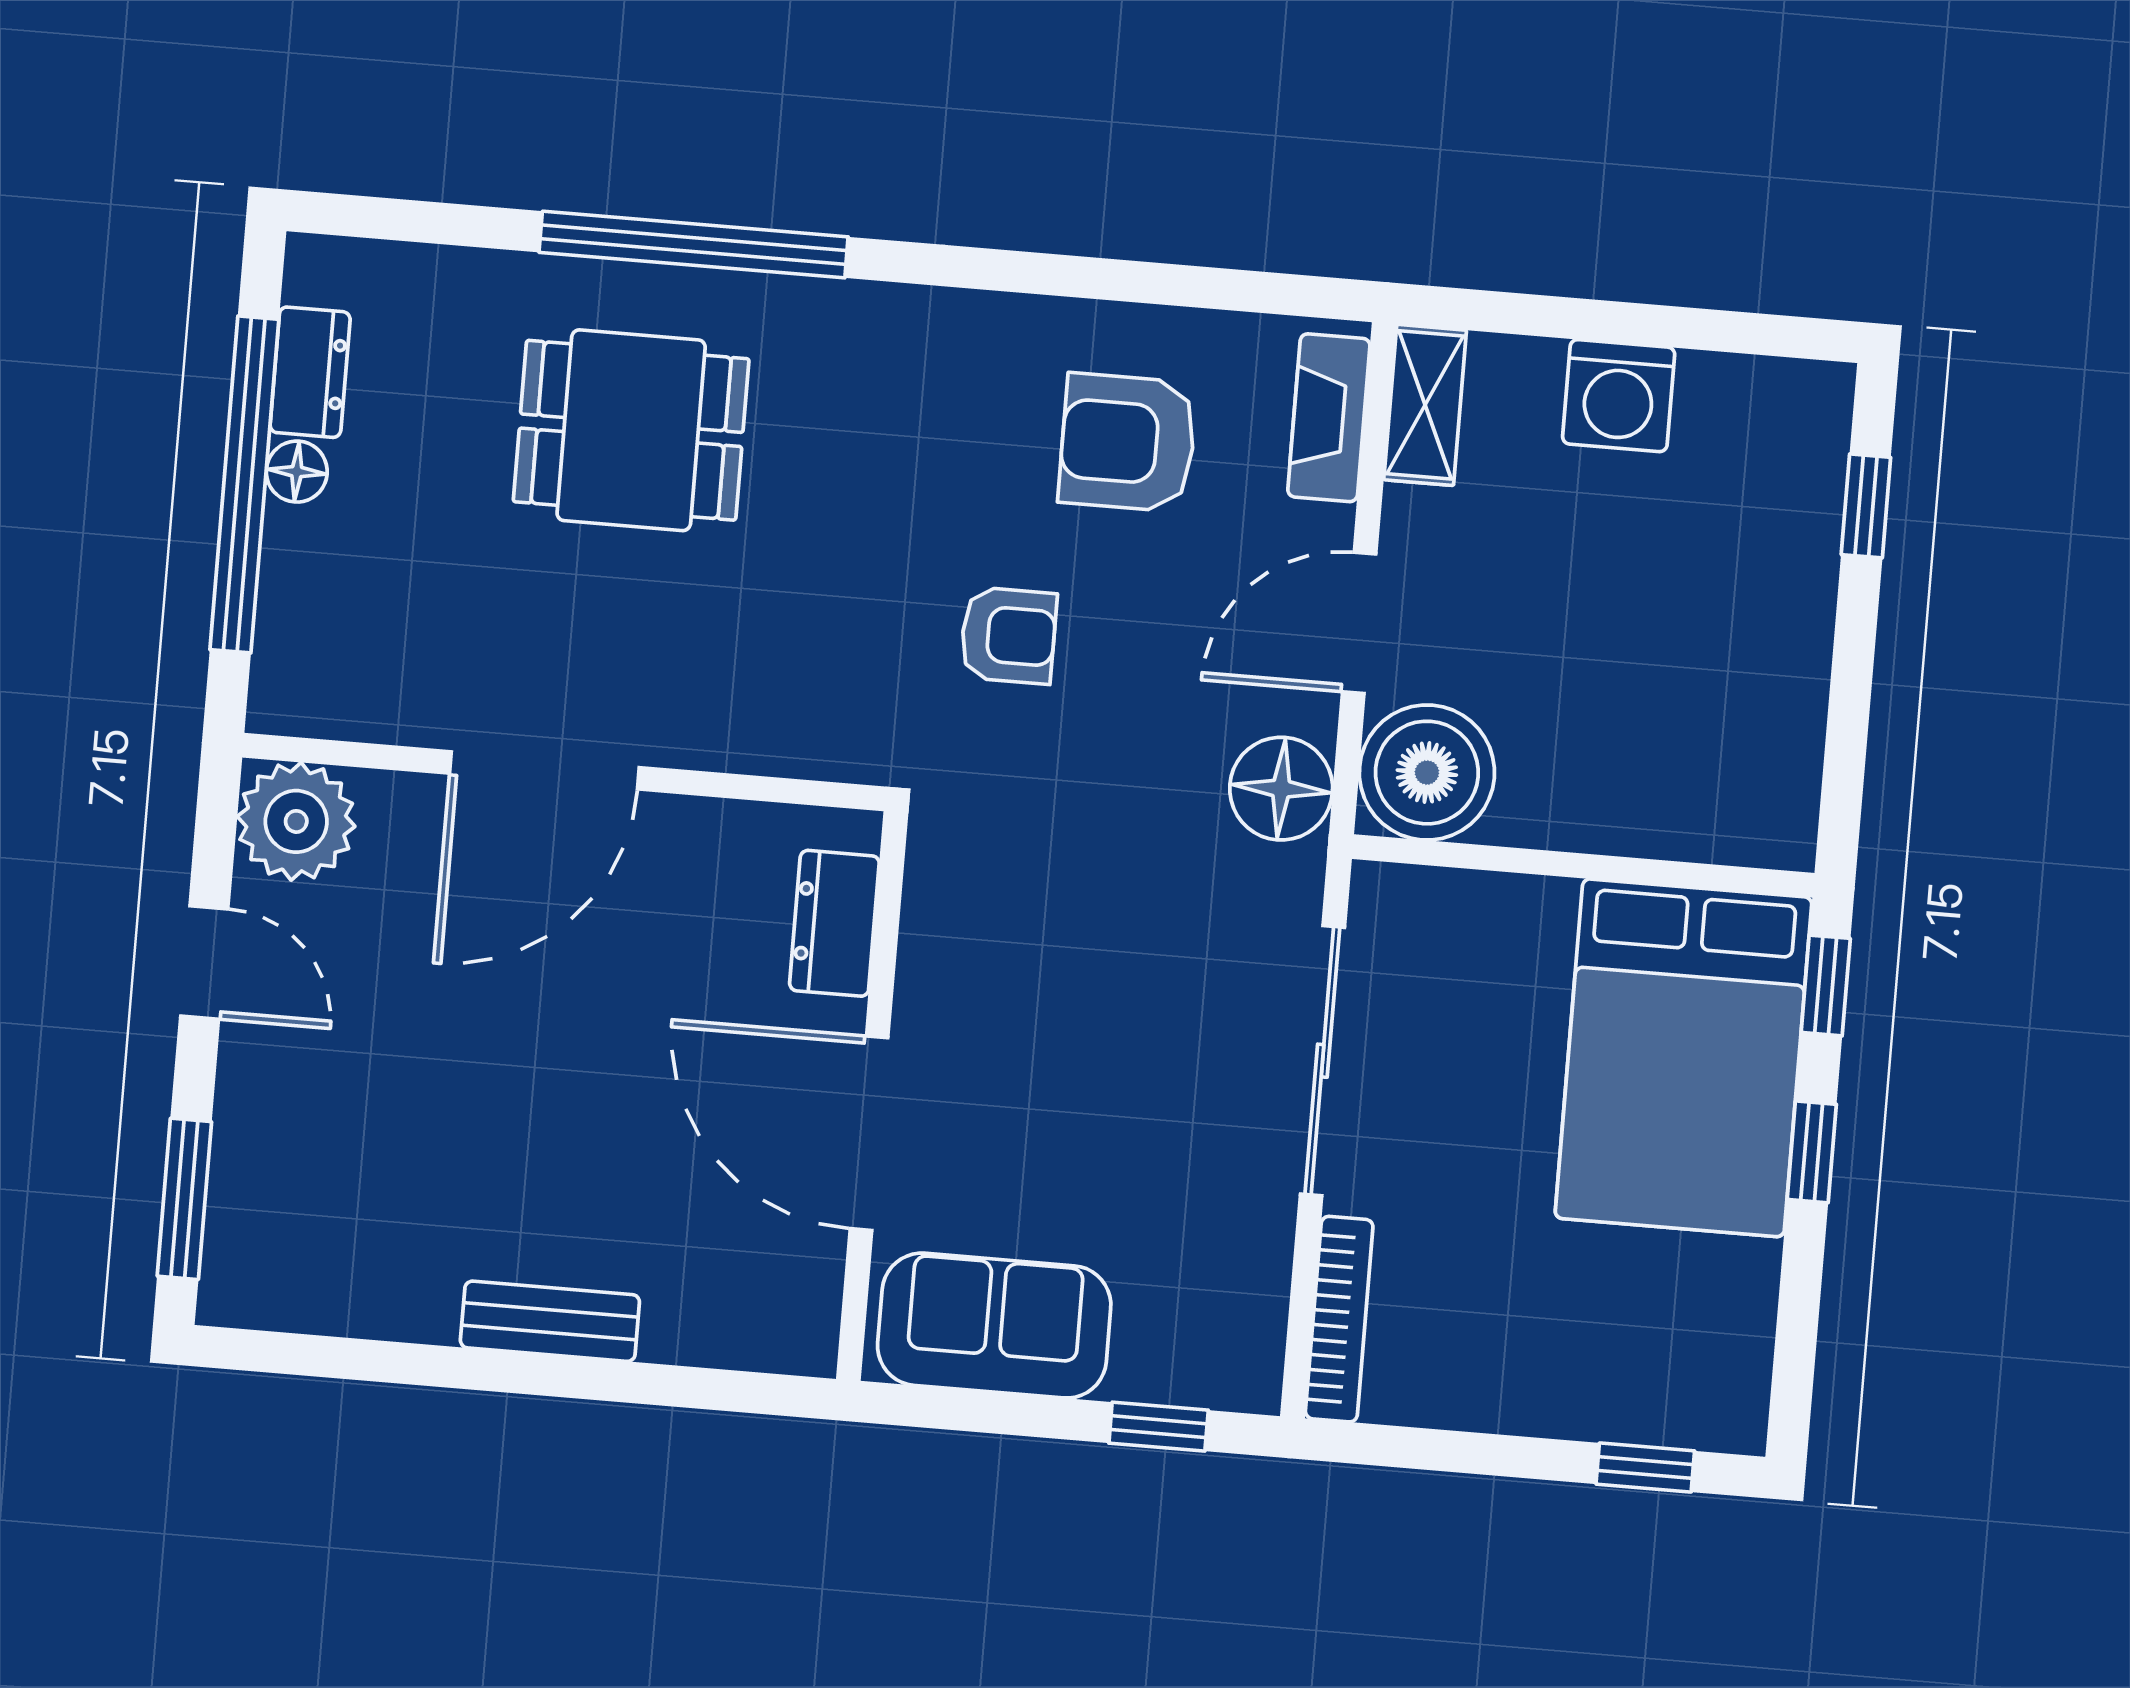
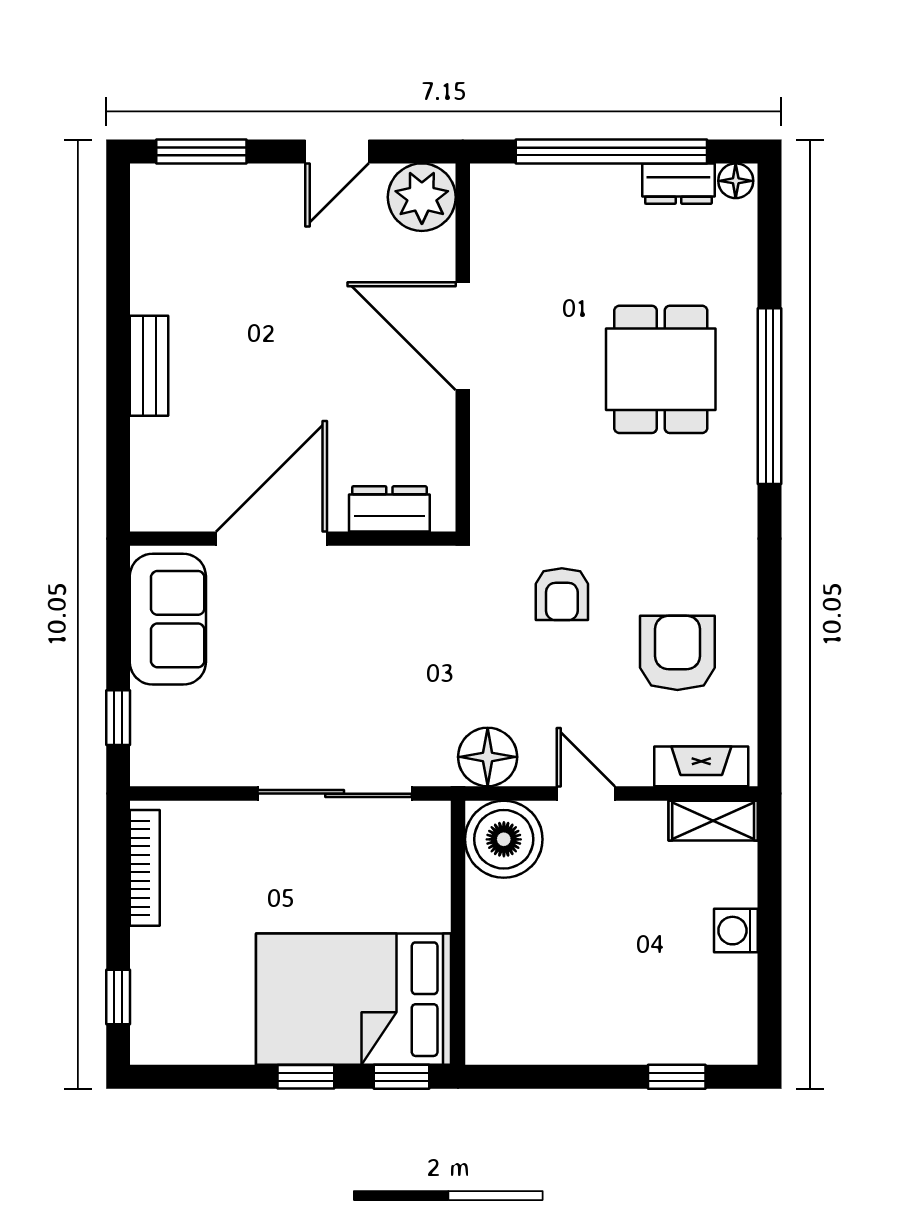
washing machine: (1619, 396) -> (736, 931), width x0.73, depth x0.73
floor lamp: (297, 472) -> (736, 181), moved
door: (1359, 623) -> (586, 794), width x0.73
bookcase: (1339, 1319) -> (145, 868), moved, turned -90

